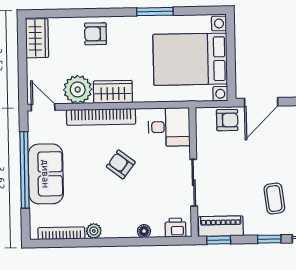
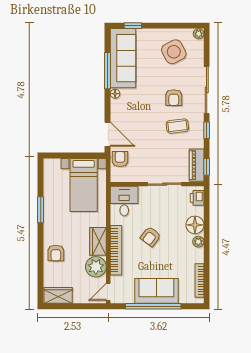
bed with nightstands: (190, 59) -> (84, 185), width x0.73
plant: (94, 231) -> (198, 242), moved
floor lamp: (144, 231) -> (195, 225), width x1.89, depth x1.89

